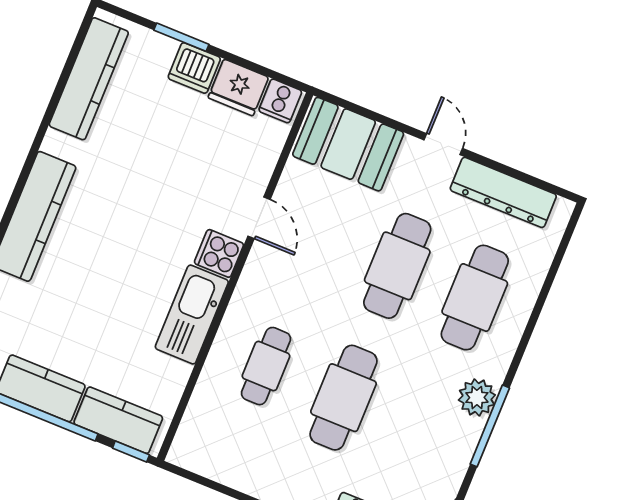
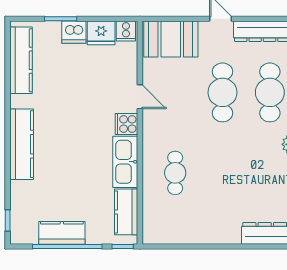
cafe table: (343, 398) -> (223, 173), removed
kitchen counter: (118, 420) -> (126, 212), moved, turned -90

